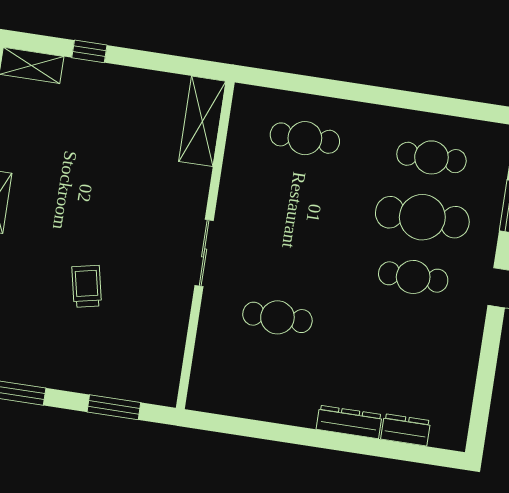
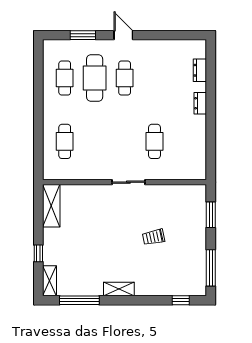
shelving: (202, 121) -> (51, 206), moved, turned 90
dresser: (349, 422) -> (200, 103), width x0.70

